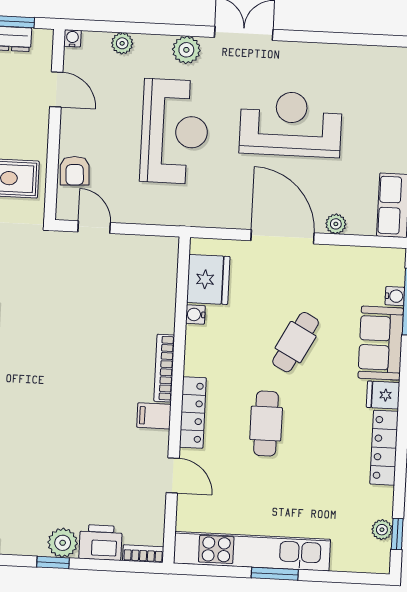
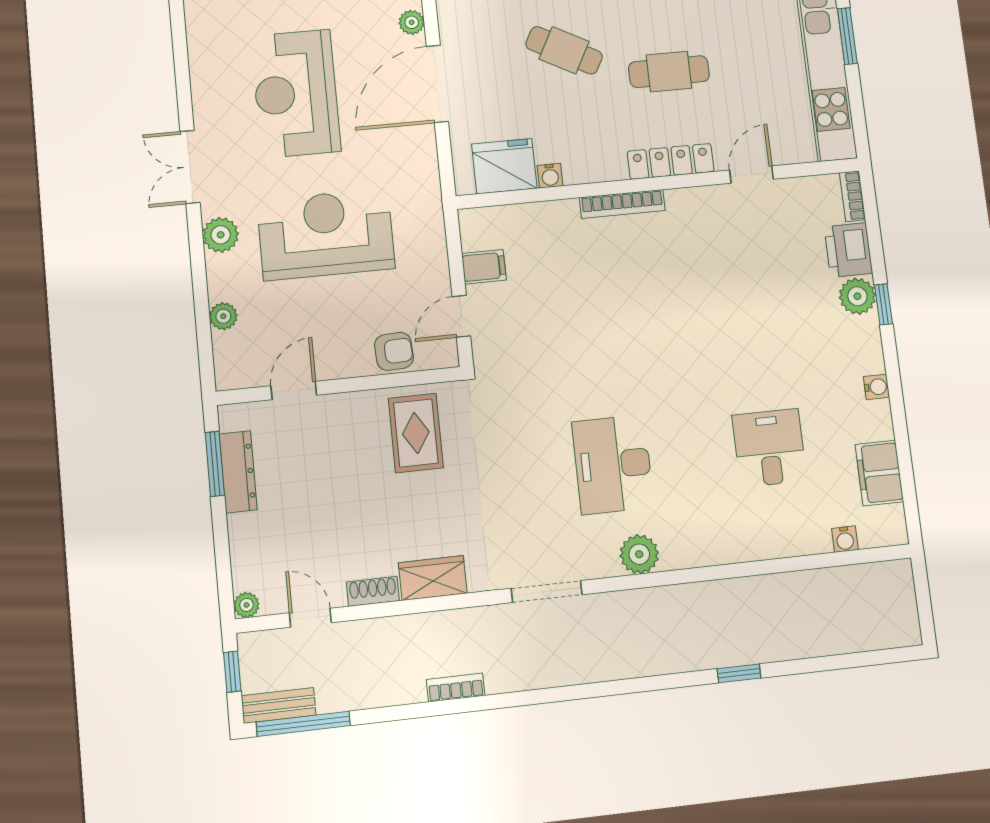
water cooler: (72, 38) -> (226, 380), removed
filing cabinet: (154, 416) -> (484, 267), moved, turned -90

